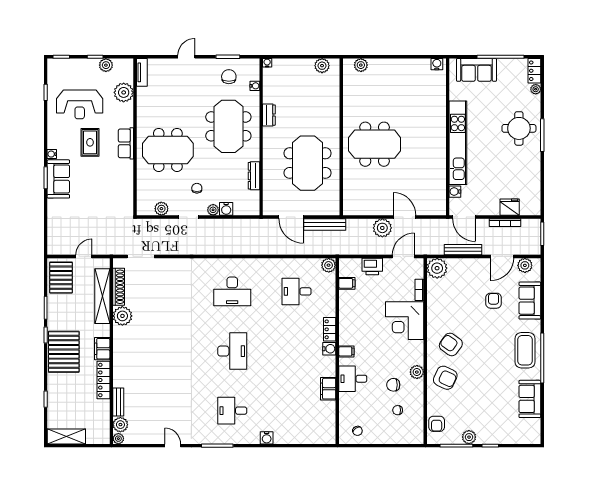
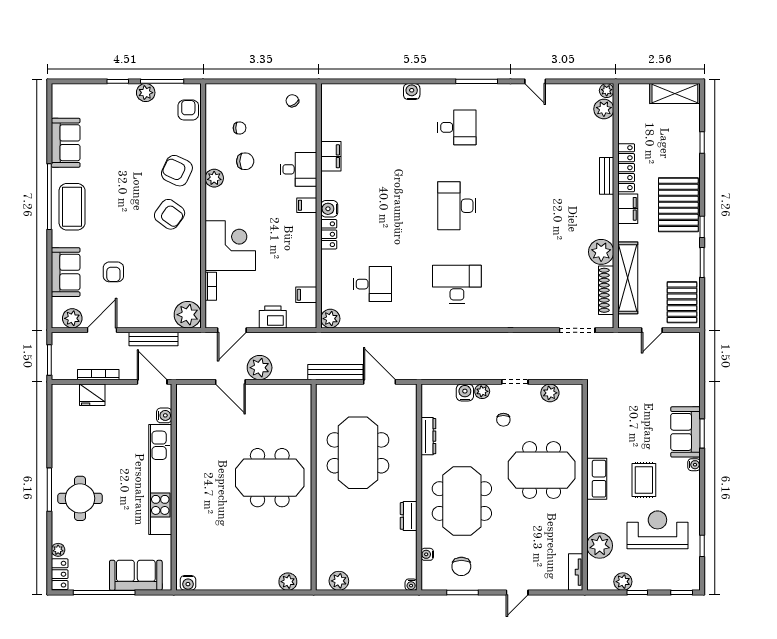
bench: (118, 402) -> (607, 176), moved

